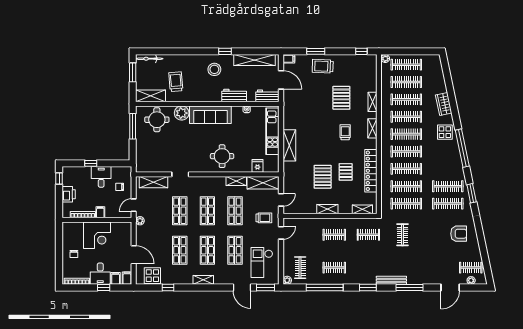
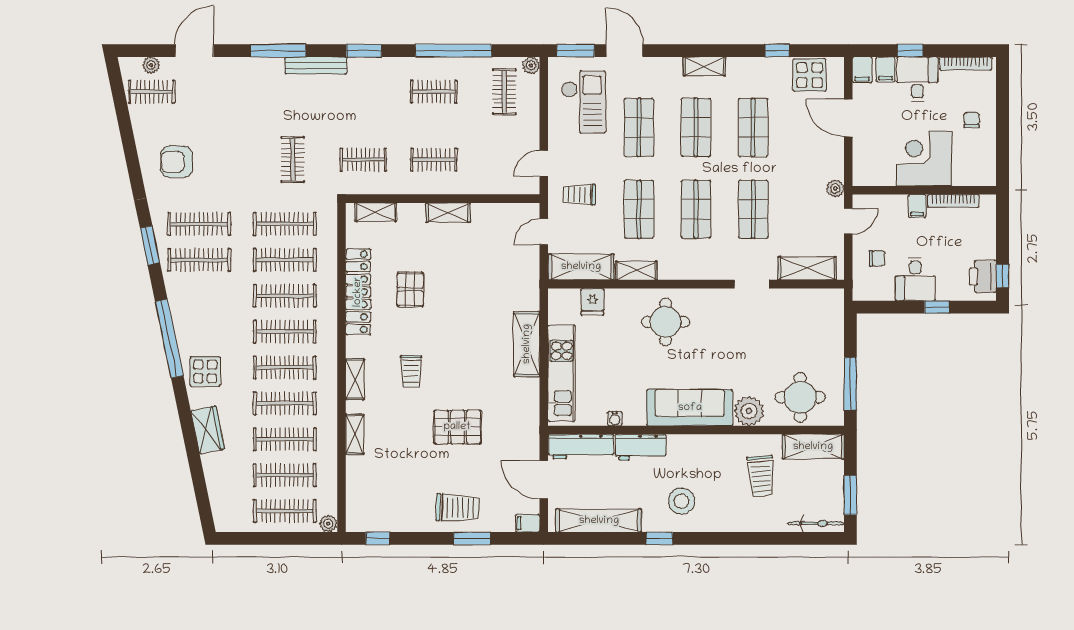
workbench: (267, 96) -> (581, 447), width x1.38
pallet: (341, 98) -> (457, 427), moved, turned 90
pallet: (323, 177) -> (458, 279), removed
printer: (69, 194) -> (983, 276), moved

